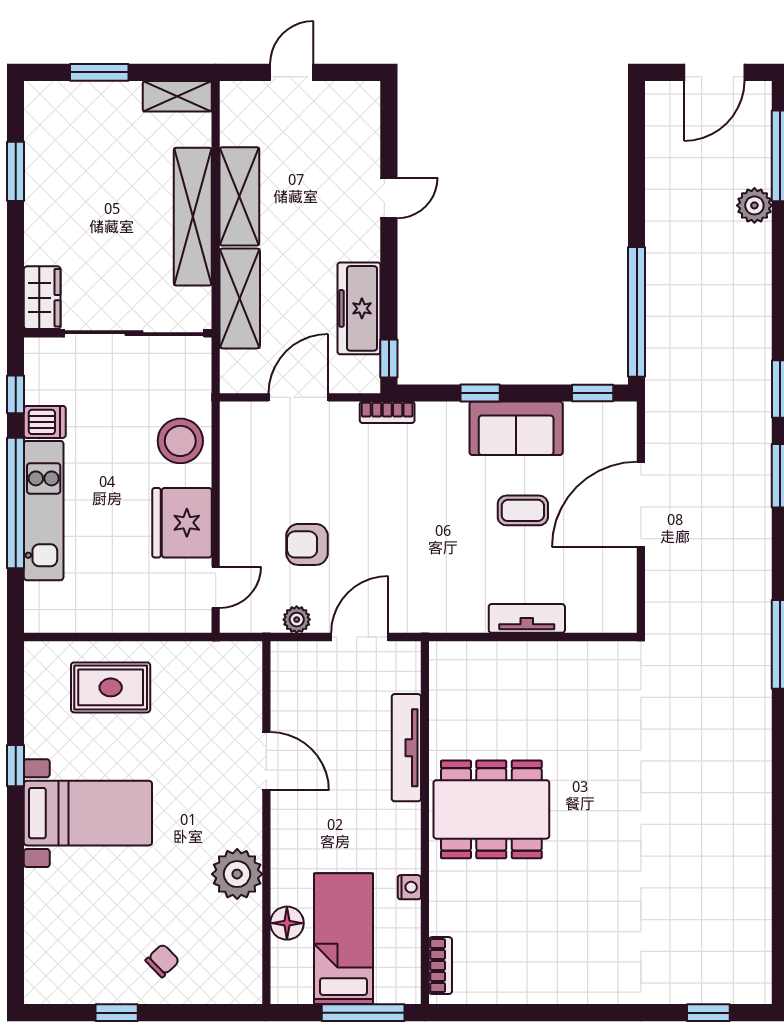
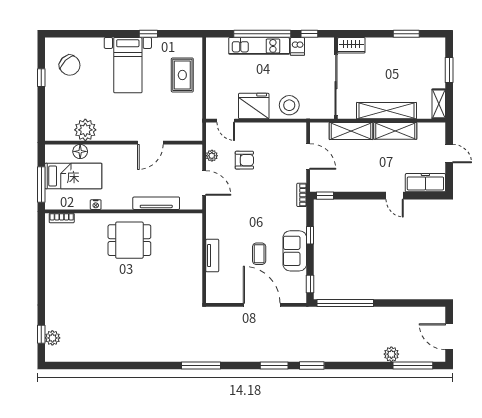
freezer: (359, 308) -> (425, 183), moved
armchair: (307, 544) -> (244, 160), turned 90
dining table: (491, 809) -> (129, 240), width x0.73
plant: (237, 874) -> (85, 130), moved
chair: (162, 961) -> (70, 65), moved, width x1.87, depth x1.87
plant: (717, 987) -> (52, 338), added

